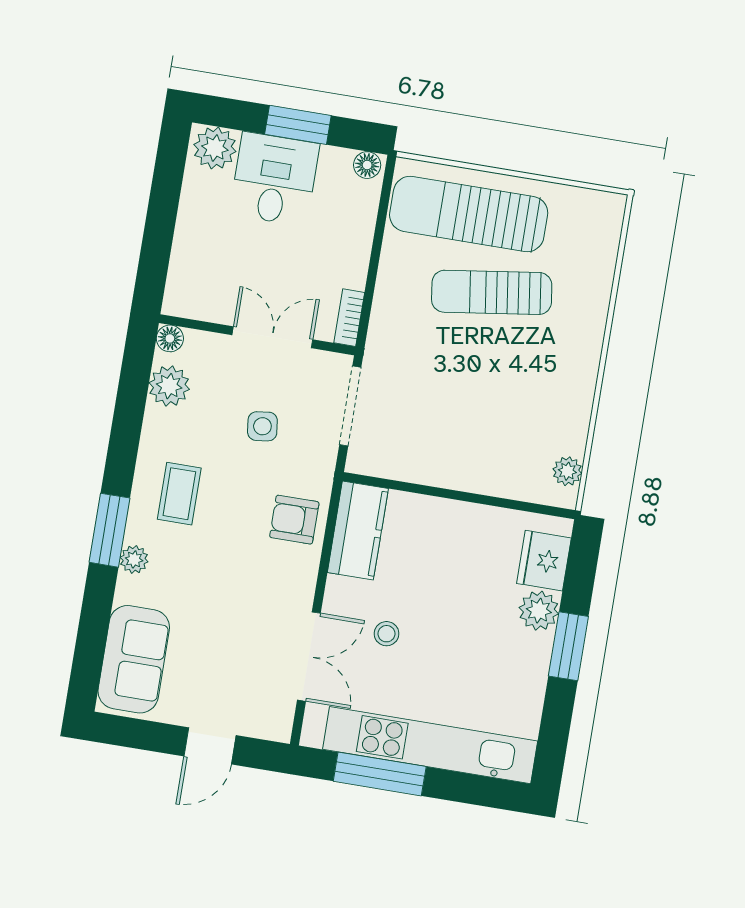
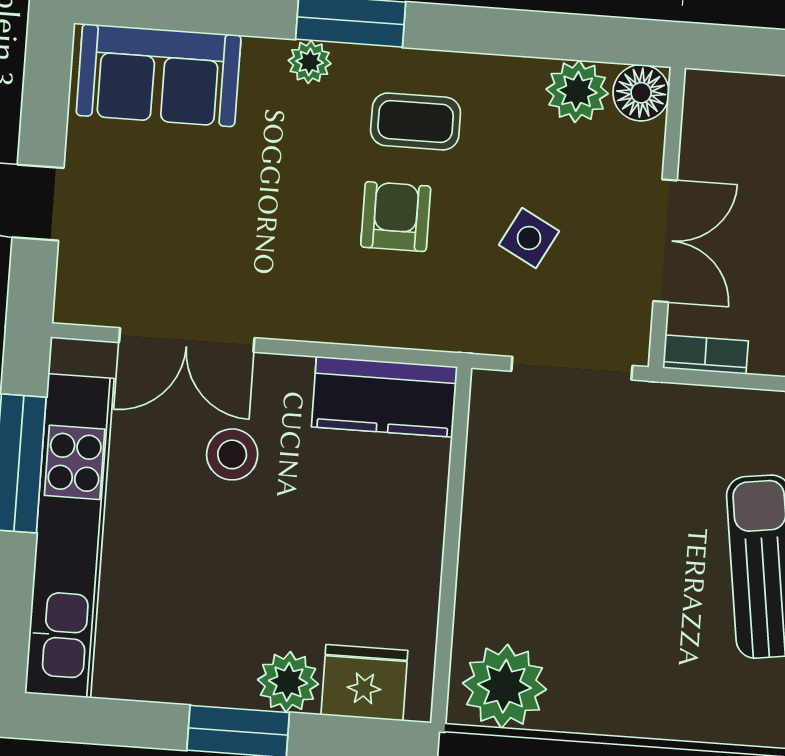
floor lamp: (170, 338) -> (641, 93), width x1.37, depth x1.37
side table: (262, 426) -> (529, 238), turned 35
plant: (567, 471) -> (505, 686), width x1.88, depth x1.88
armchair: (294, 520) -> (396, 217), moved
stool: (387, 634) -> (232, 454), width x1.37, depth x1.37

